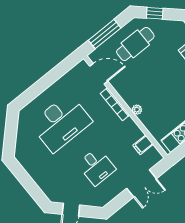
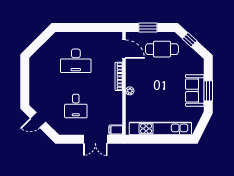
window: (105, 34) -> (148, 27), width x0.69
desk: (61, 123) -> (76, 61), width x0.73, depth x0.77
filing cabinet: (143, 145) -> (116, 130), moved

